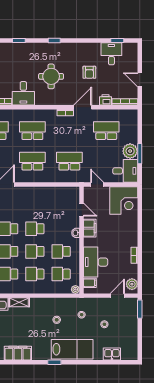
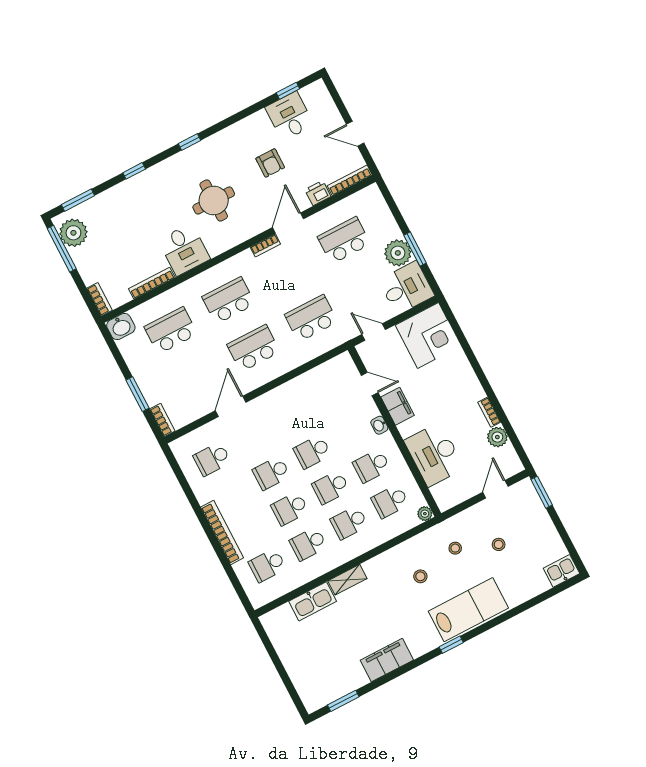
filing cabinet: (90, 283) -> (442, 491), removed
plant: (132, 284) -> (497, 437), moved
kitchen sink: (112, 354) -> (561, 571), moved

